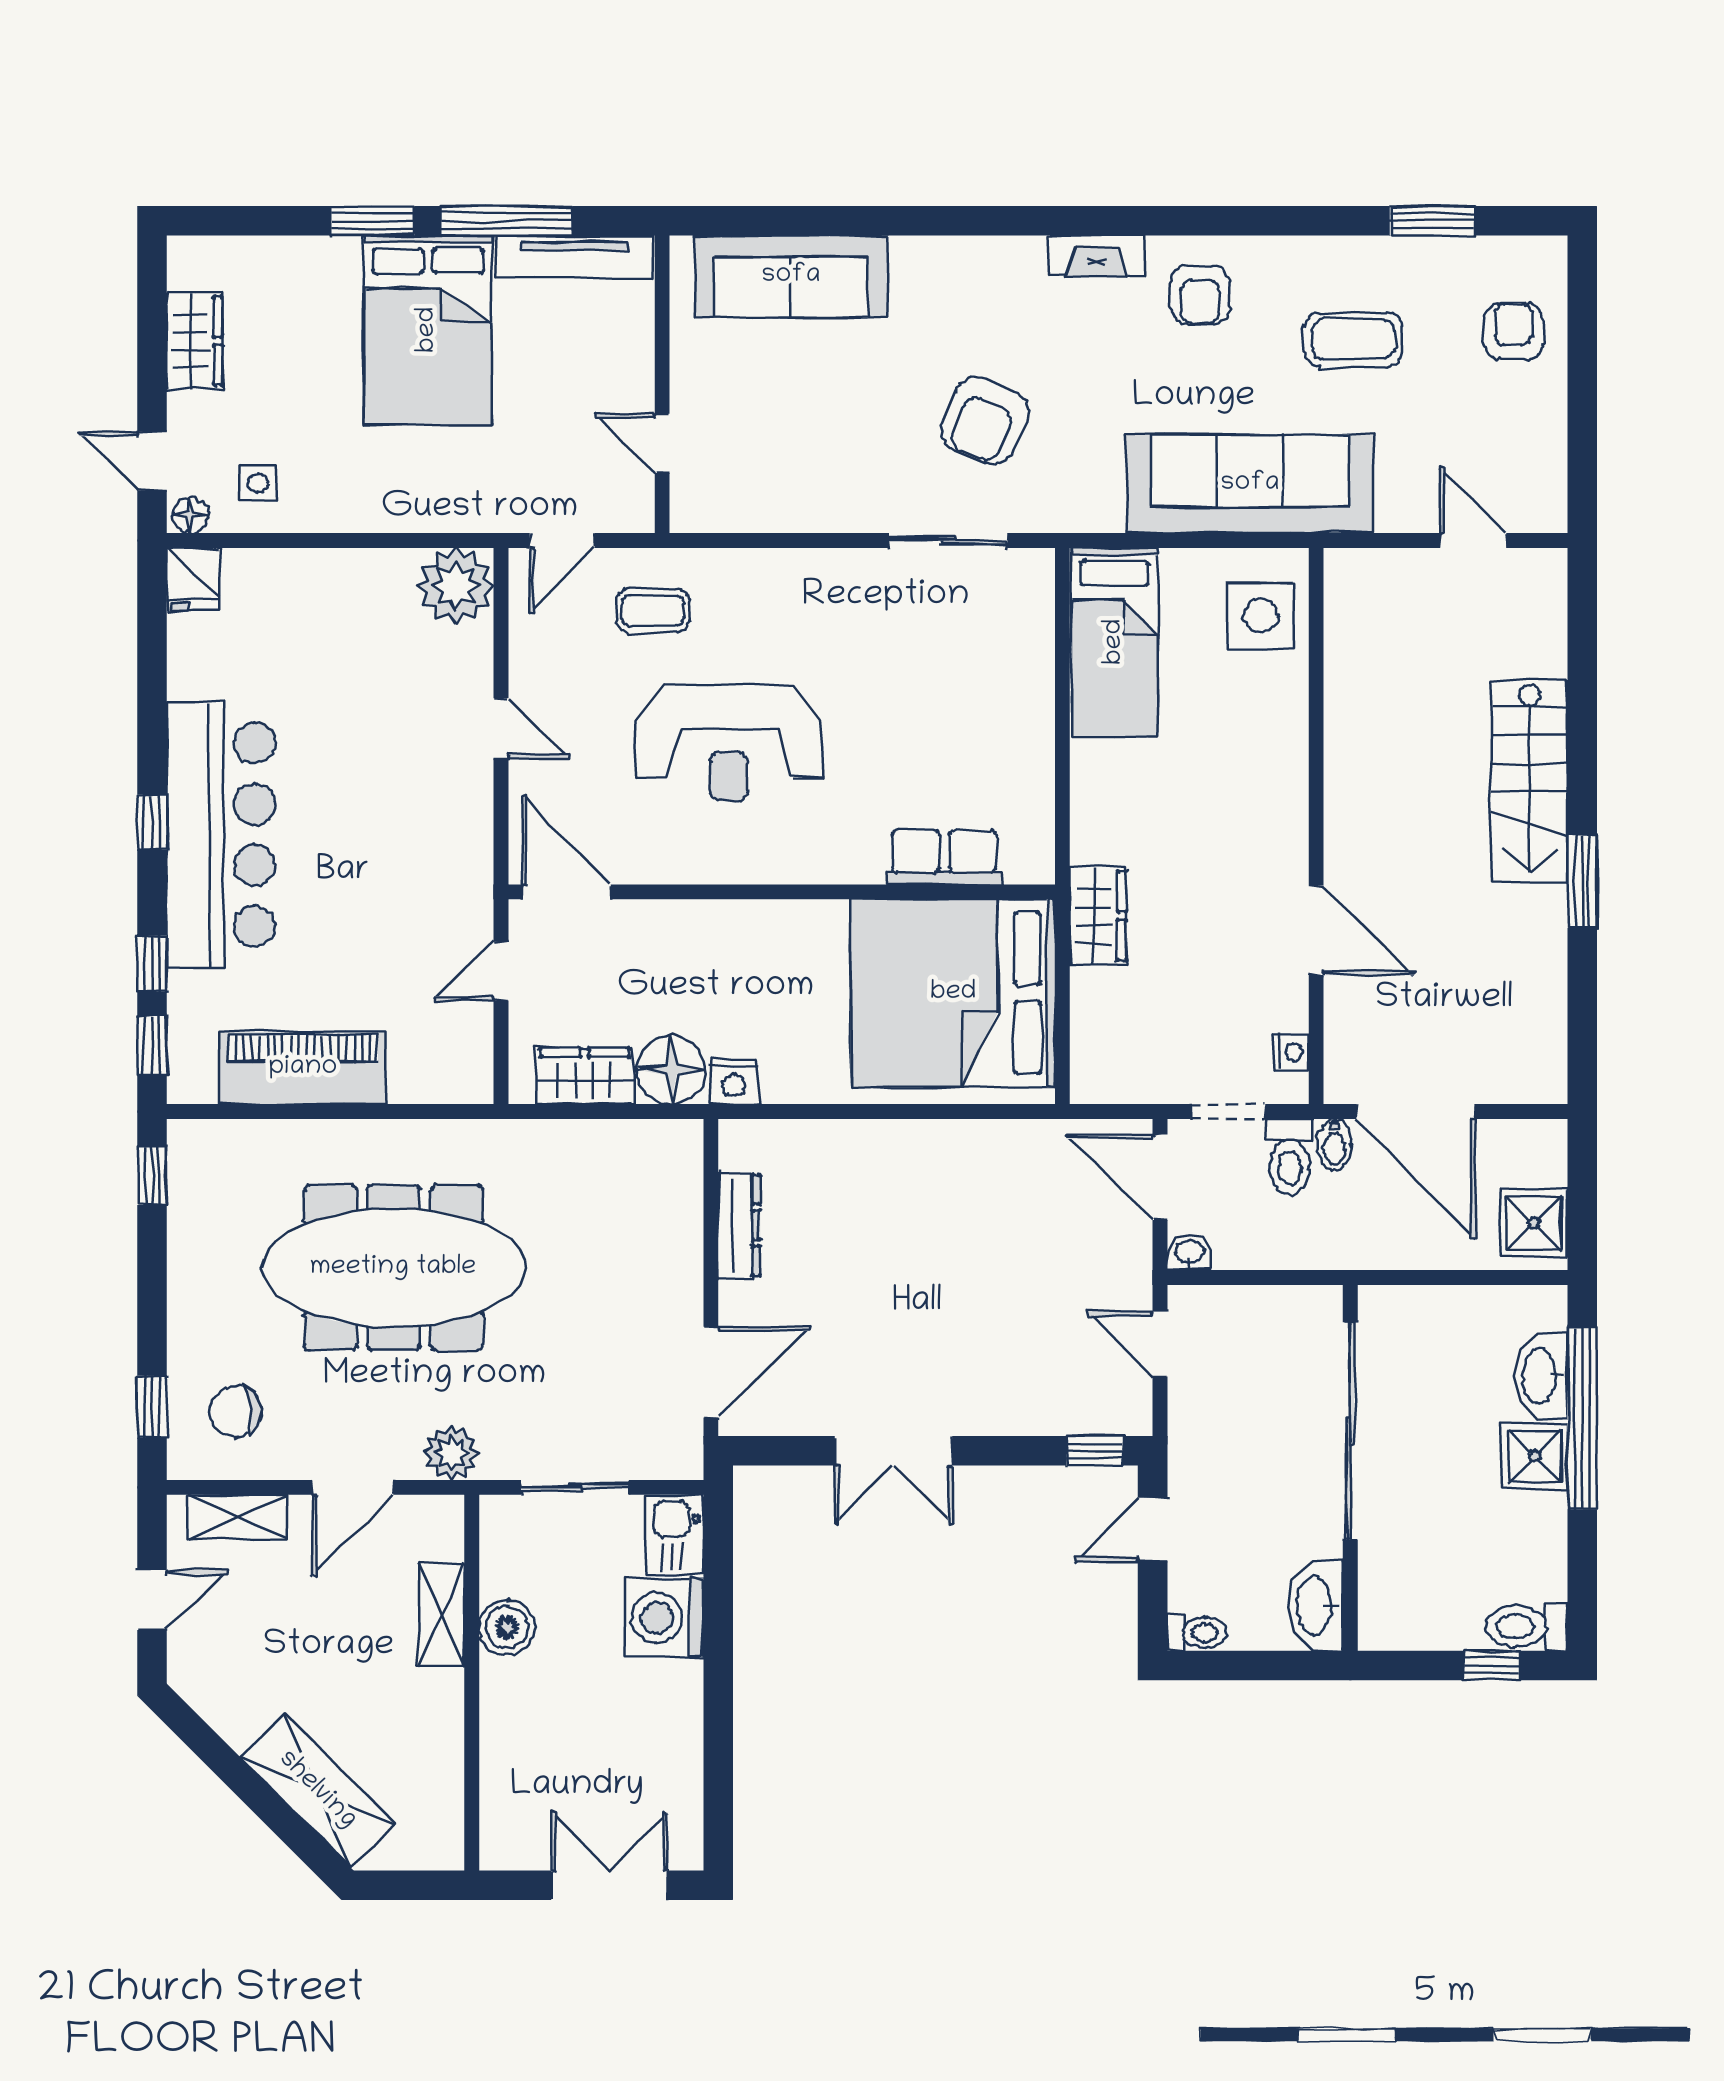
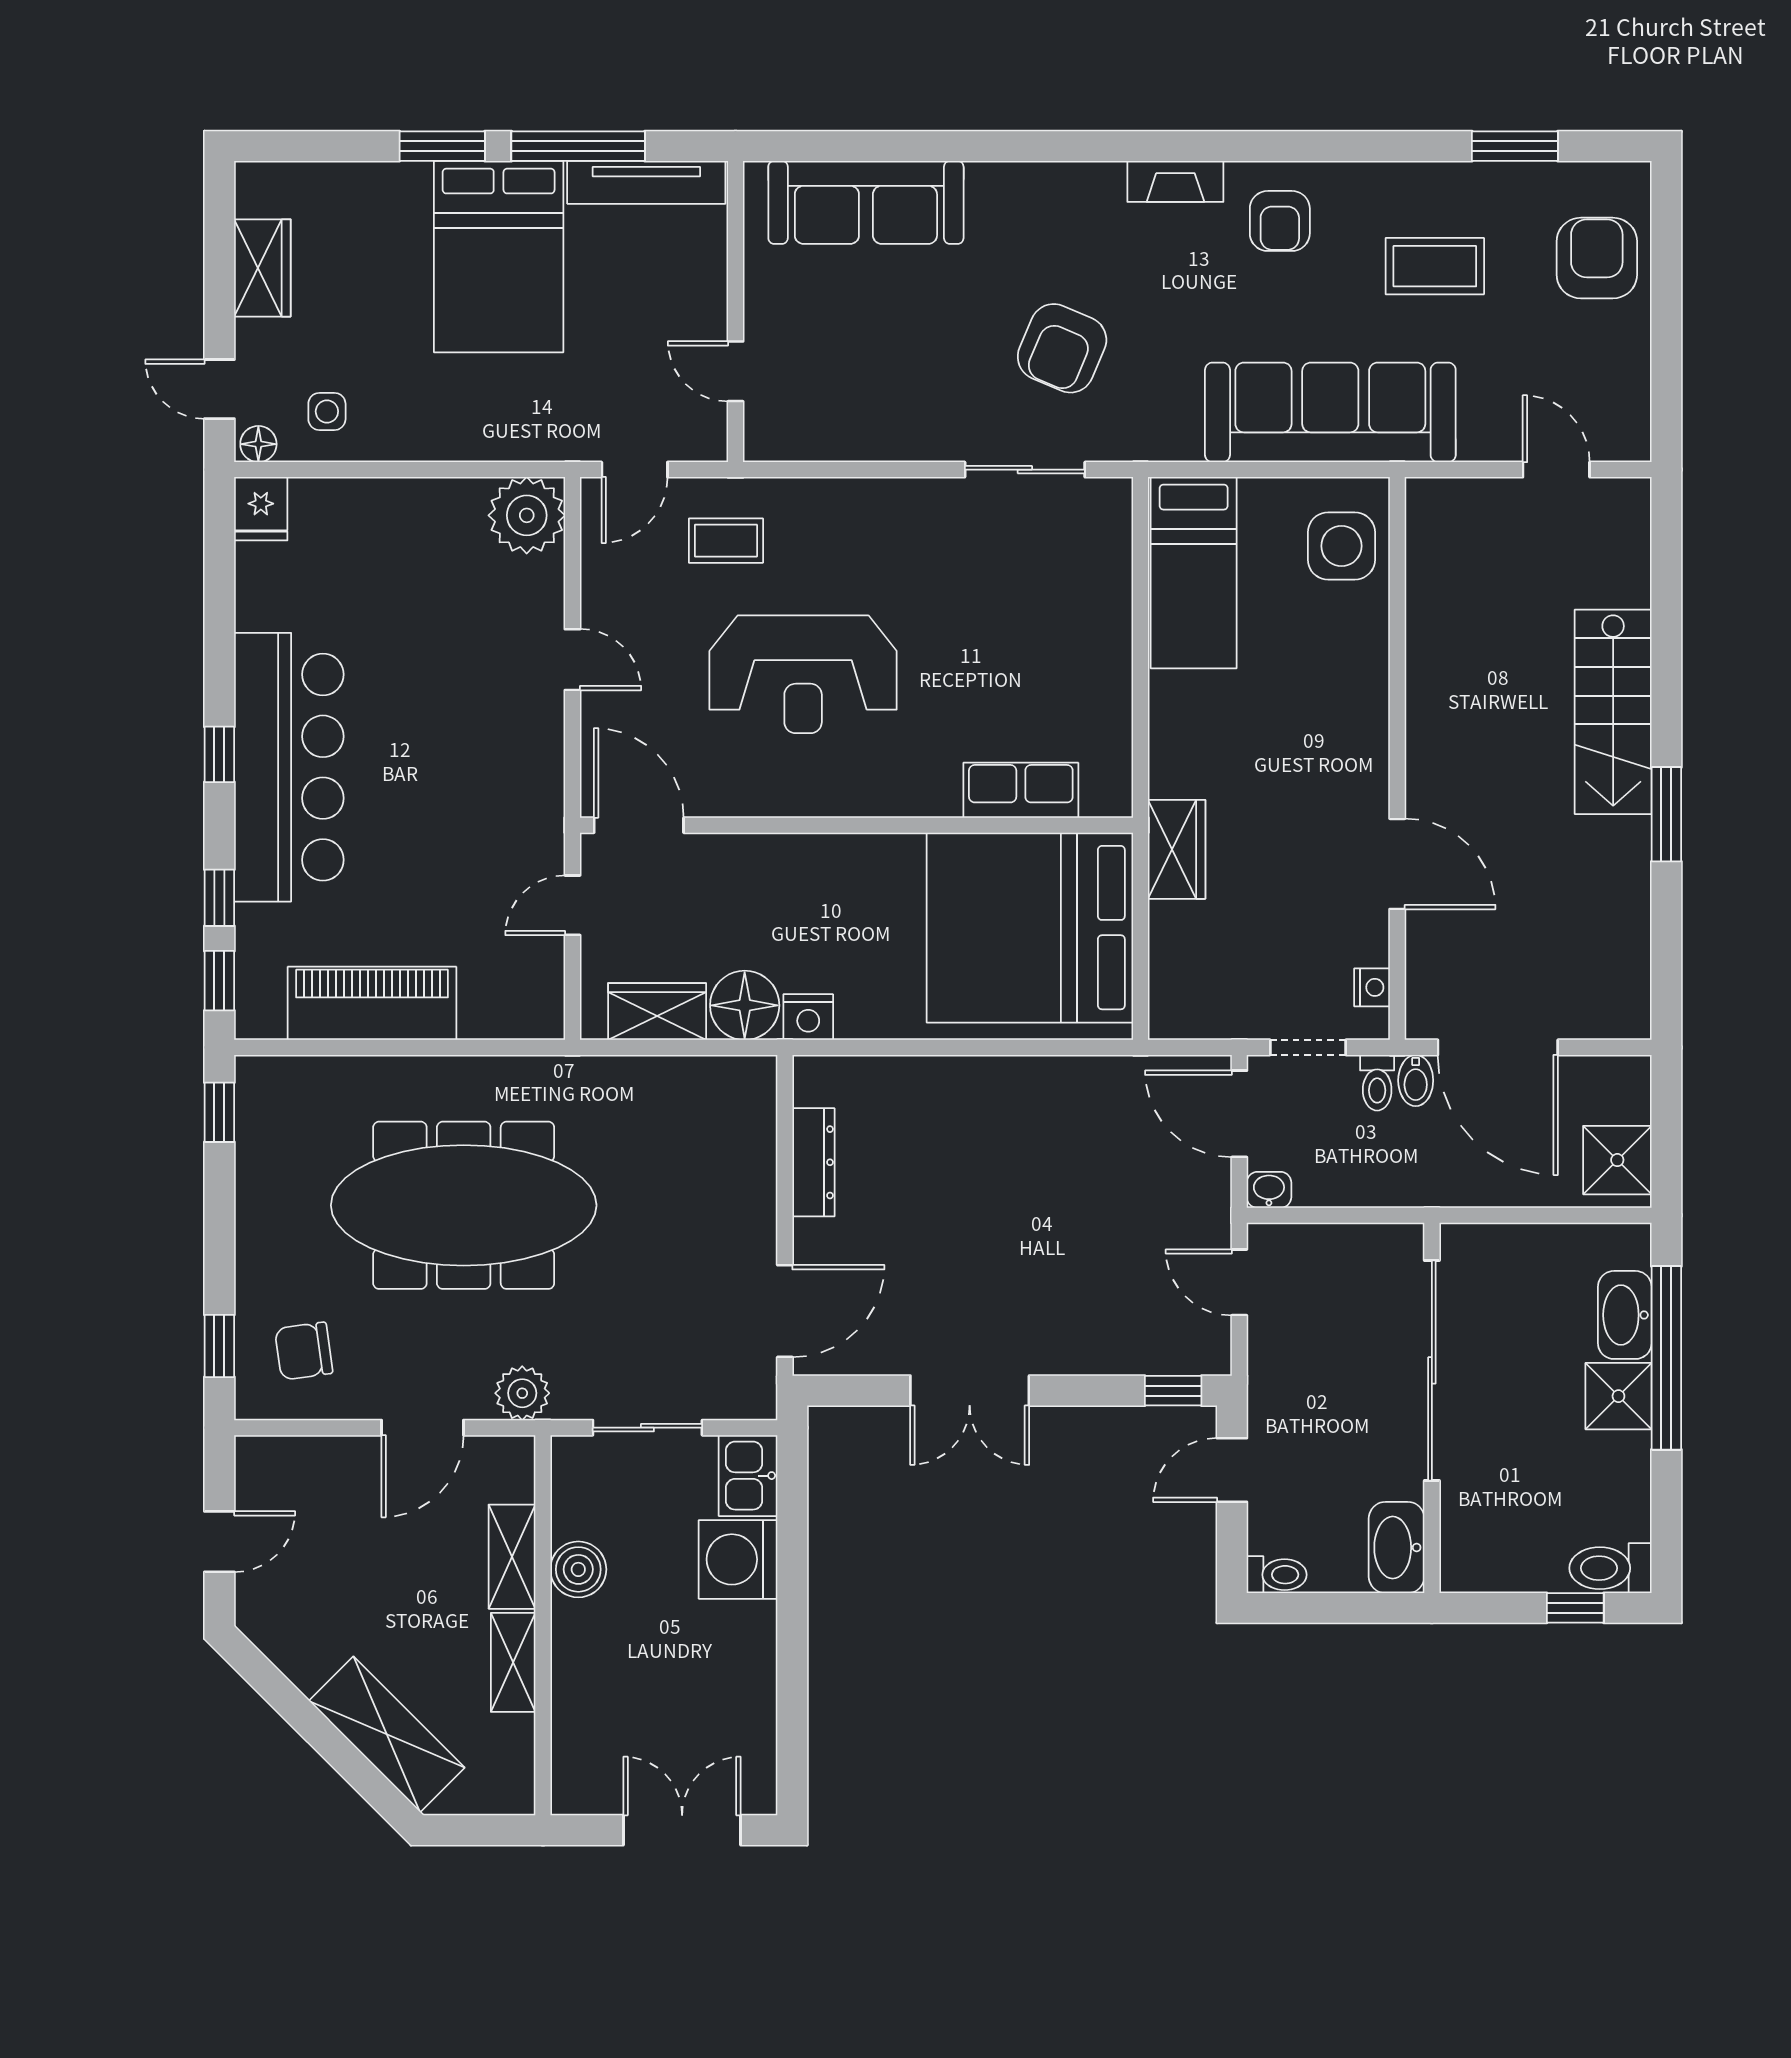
armchair: (1513, 331) -> (1597, 258), width x1.38, depth x1.38
toilet: (1290, 1157) -> (1377, 1083), width x0.73, depth x0.72
shelving: (237, 1517) -> (513, 1662), moved, turned 90

